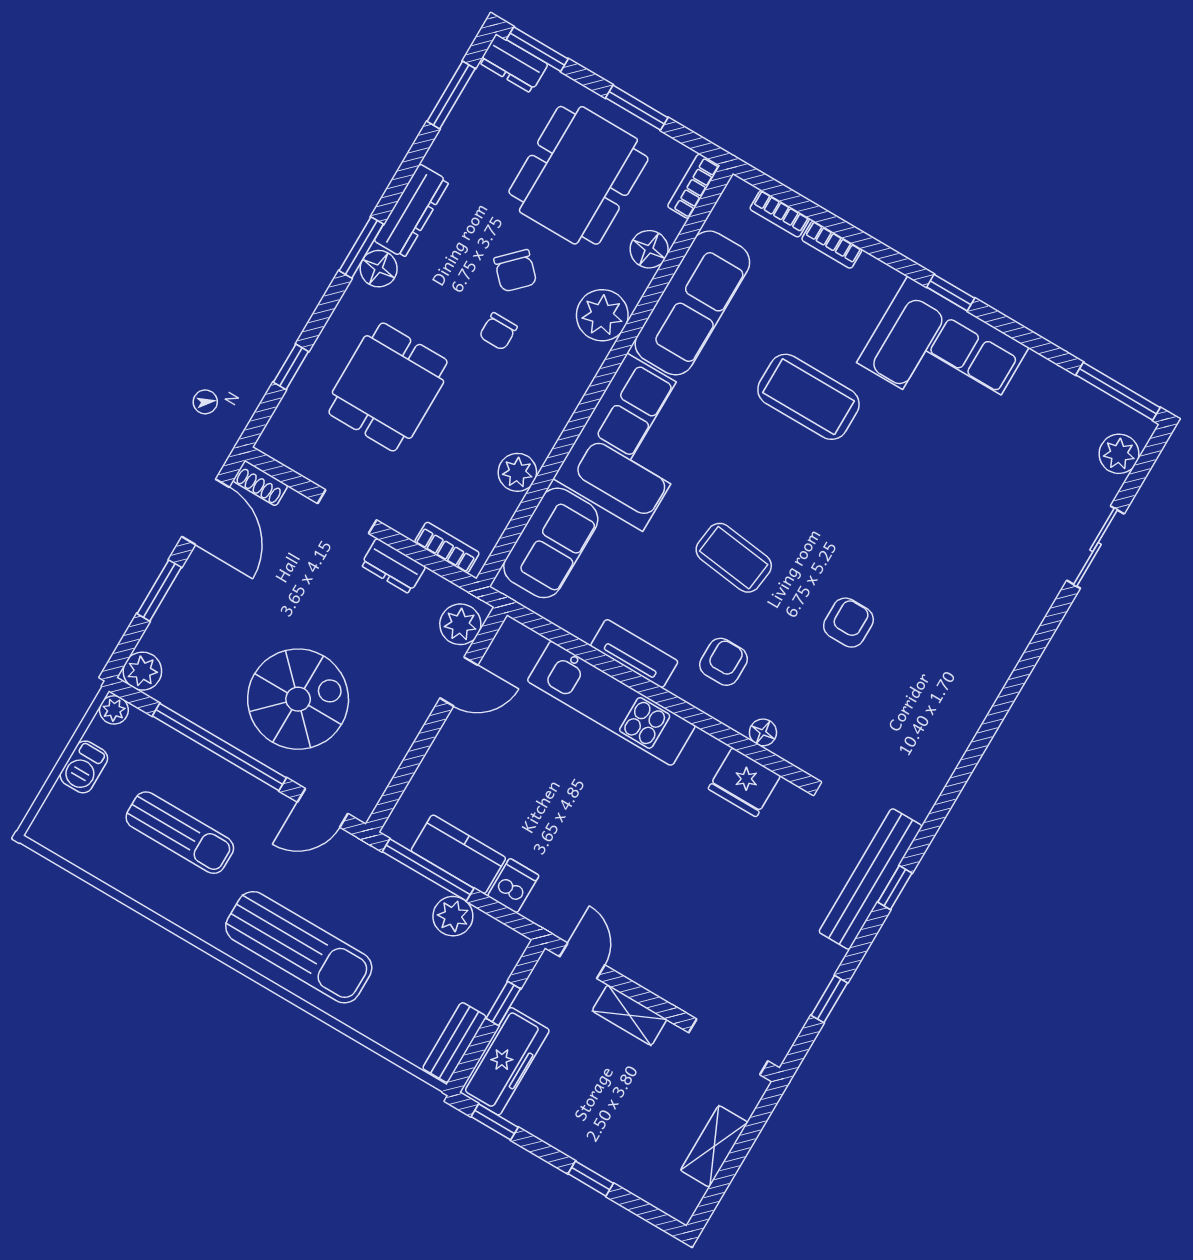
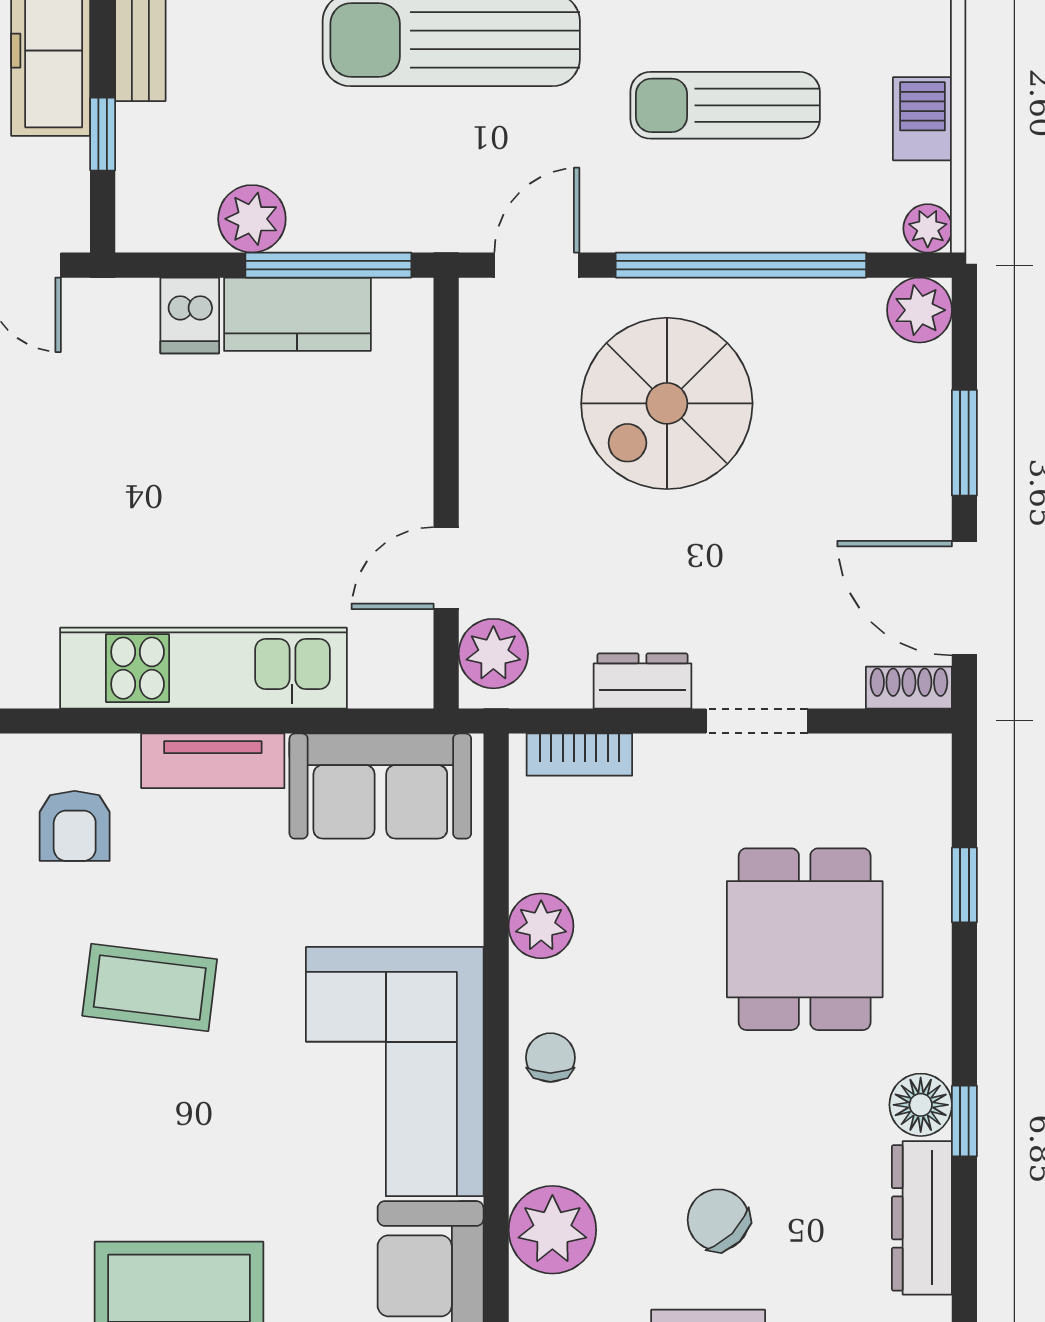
window: (361, 247) -> (964, 1121), width x0.67
chair: (498, 331) -> (550, 1058), moved
sofa: (551, 543) -> (380, 786), moved, turned -90

